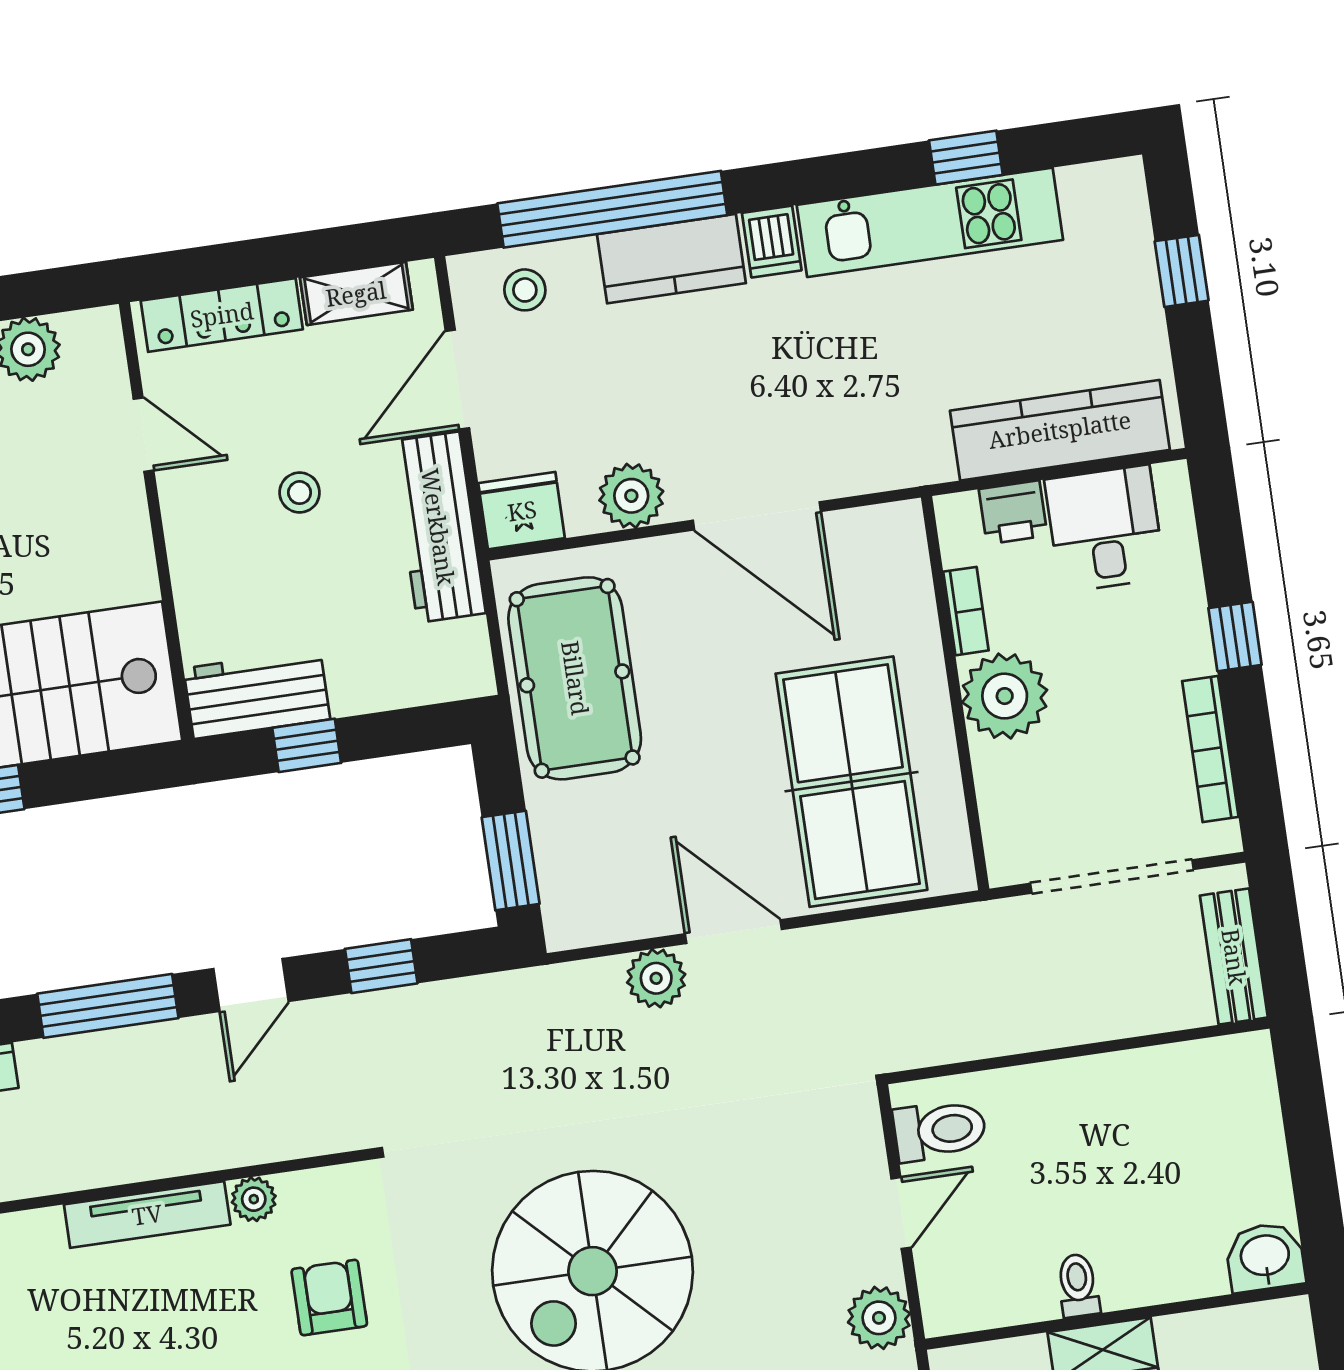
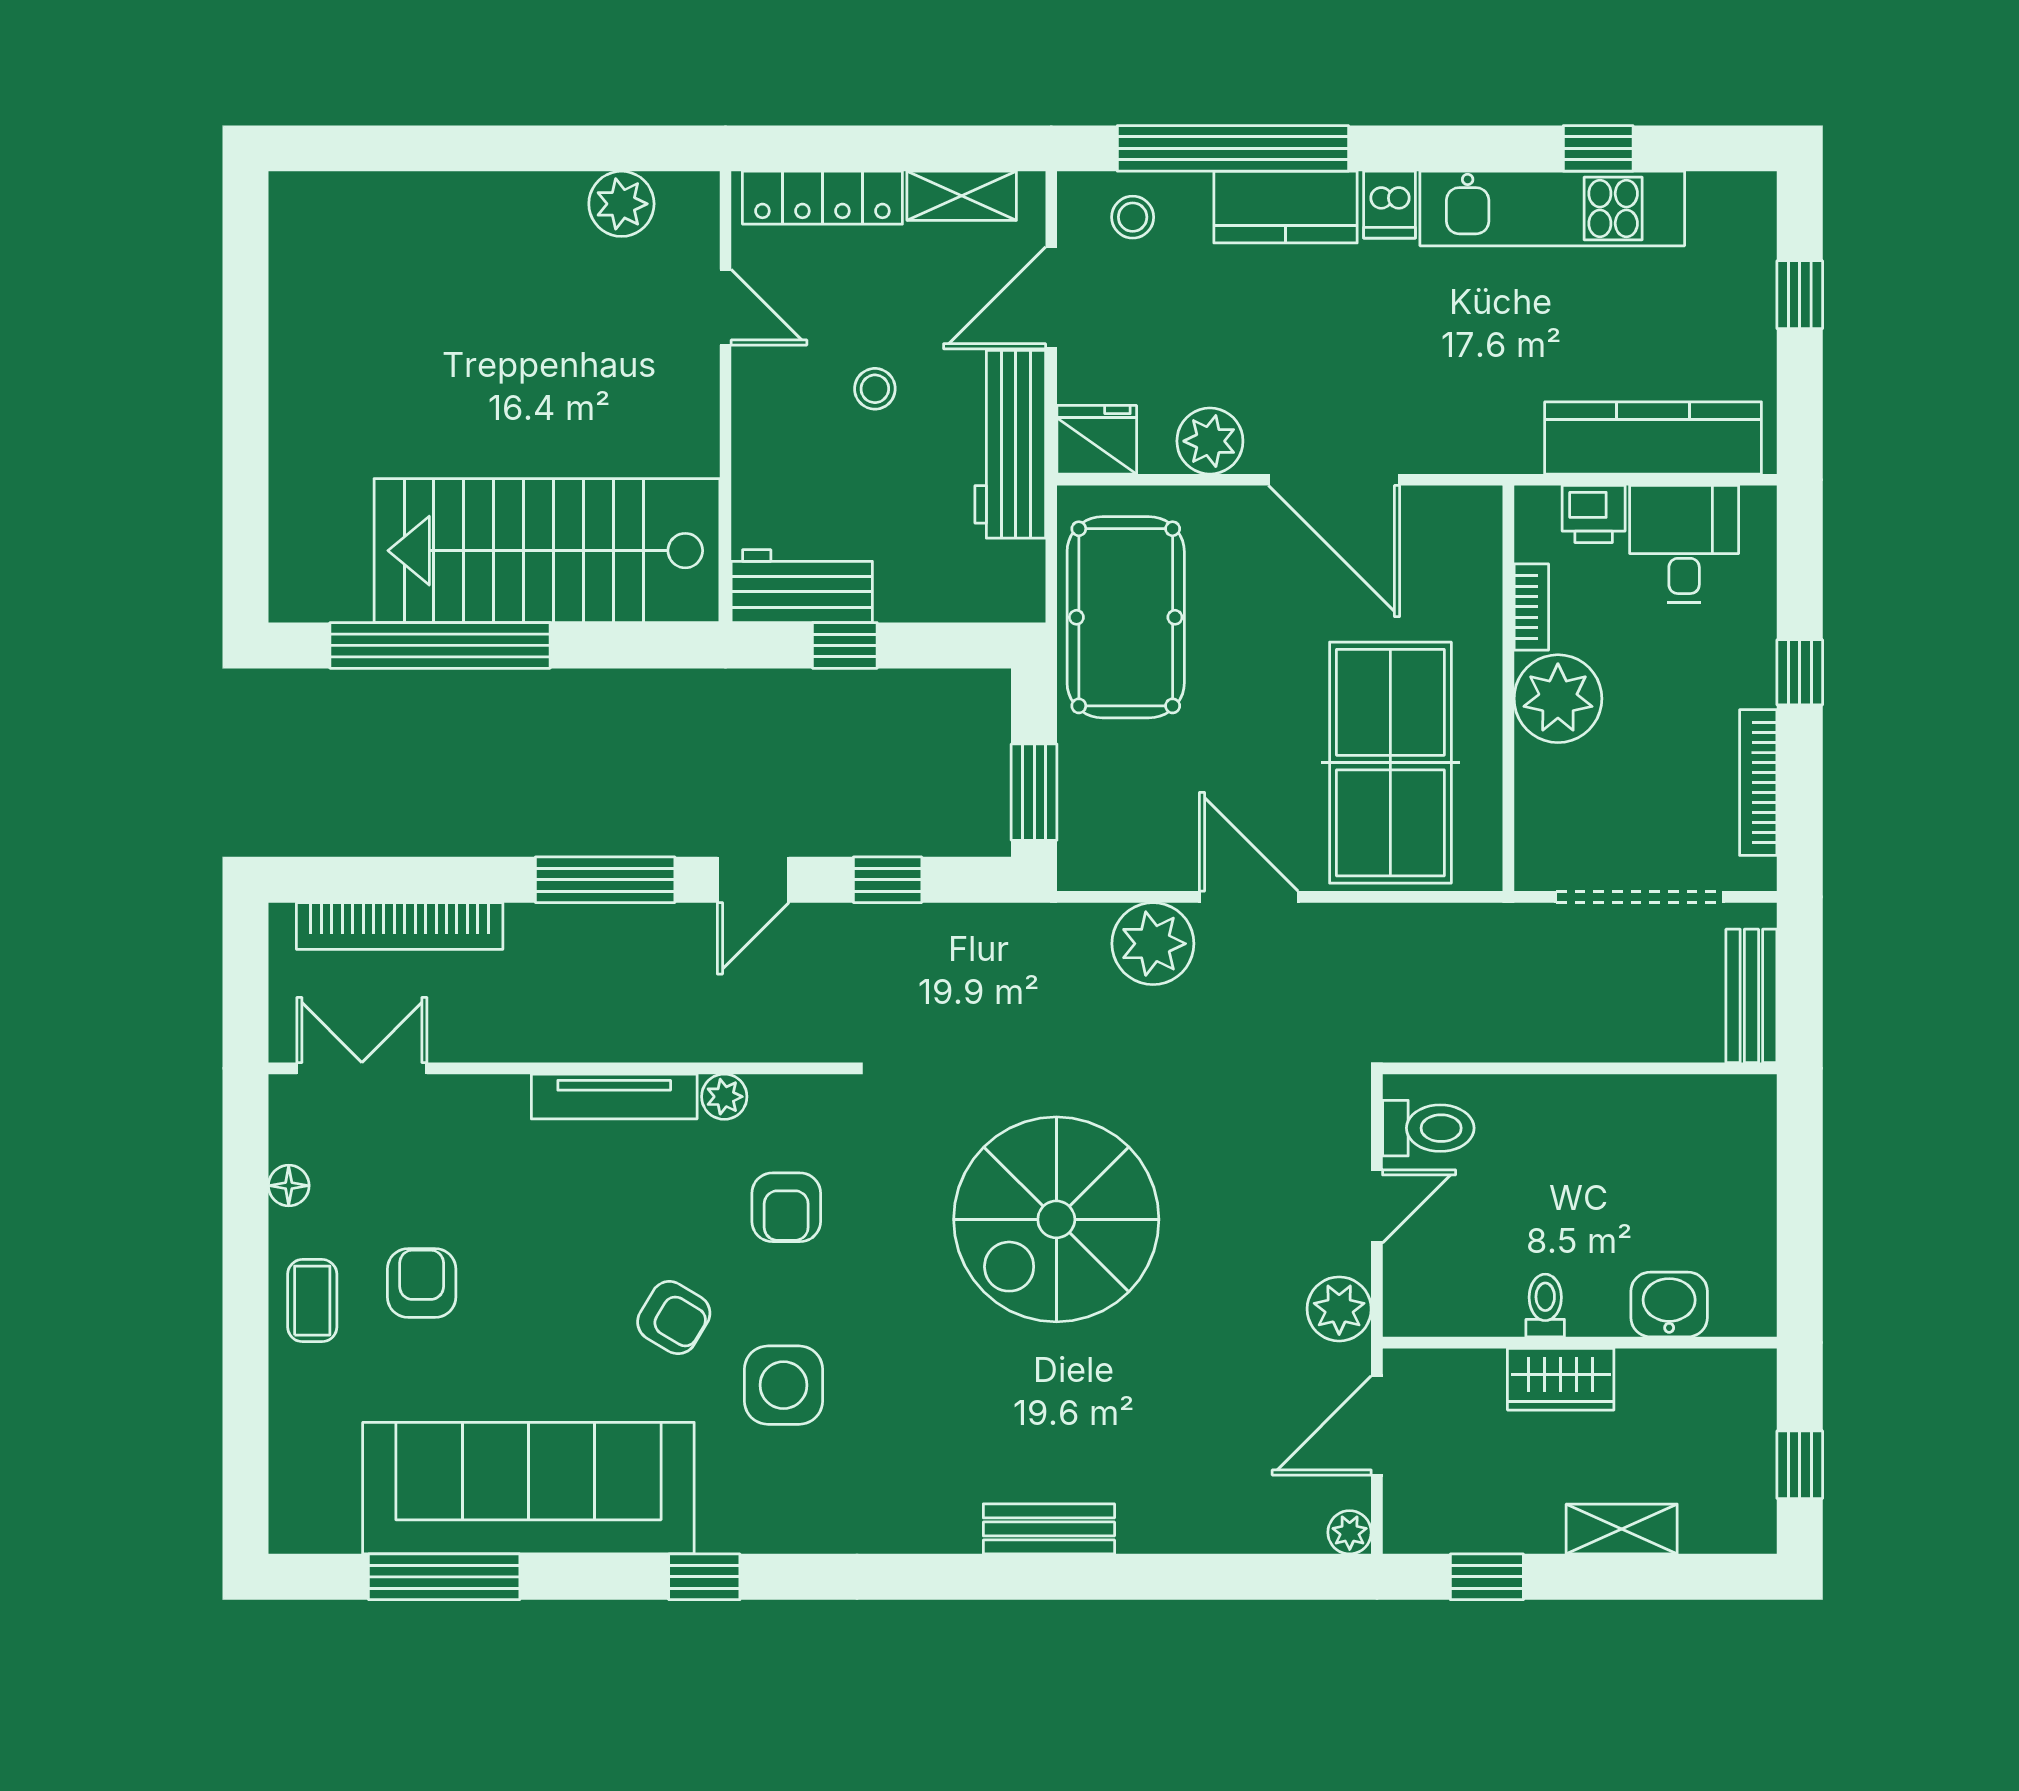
plant: (656, 978) -> (1153, 944), width x1.36, depth x1.36
washbasin: (1265, 1257) -> (1669, 1304), moved
armchair: (329, 1298) -> (786, 1207), turned 180

